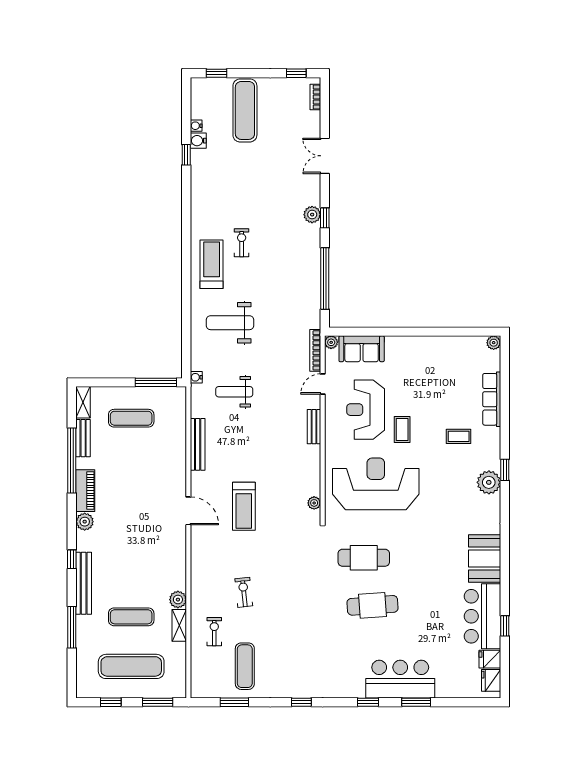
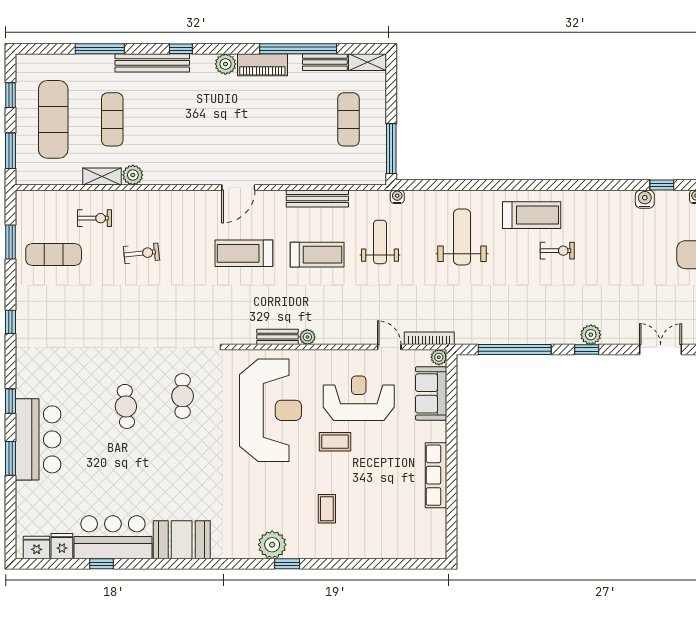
water cooler: (198, 141) -> (645, 199), moved
plant: (494, 343) -> (438, 551), removed
row of seats: (492, 399) -> (436, 475), moved, turned -90
bench: (314, 427) -> (278, 337), moved
treadmill: (245, 445) -> (317, 255), added
plant: (314, 503) -> (307, 337), moved
cafe table: (364, 558) -> (183, 396), width x0.73, depth x0.74
cafe table: (373, 605) -> (126, 406), width x0.73, depth x0.74

